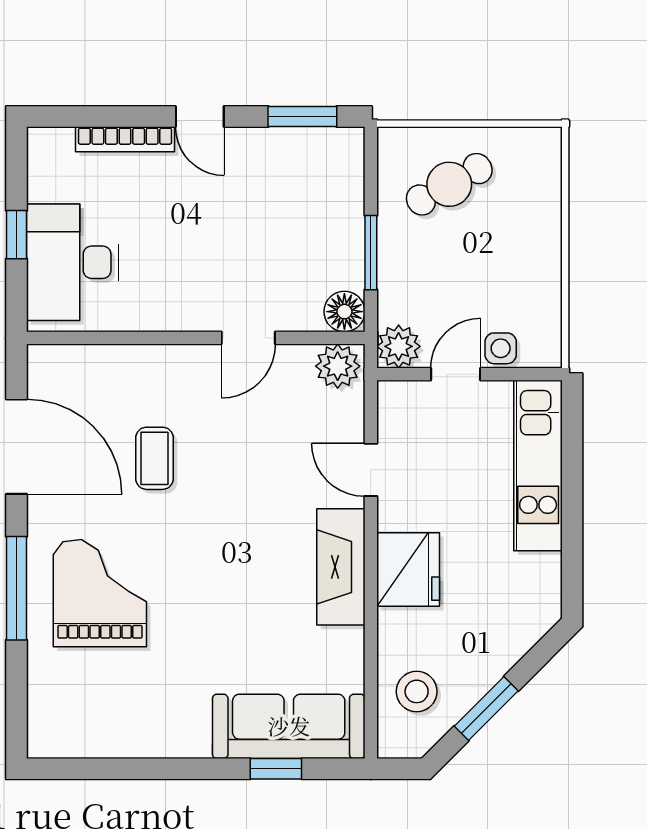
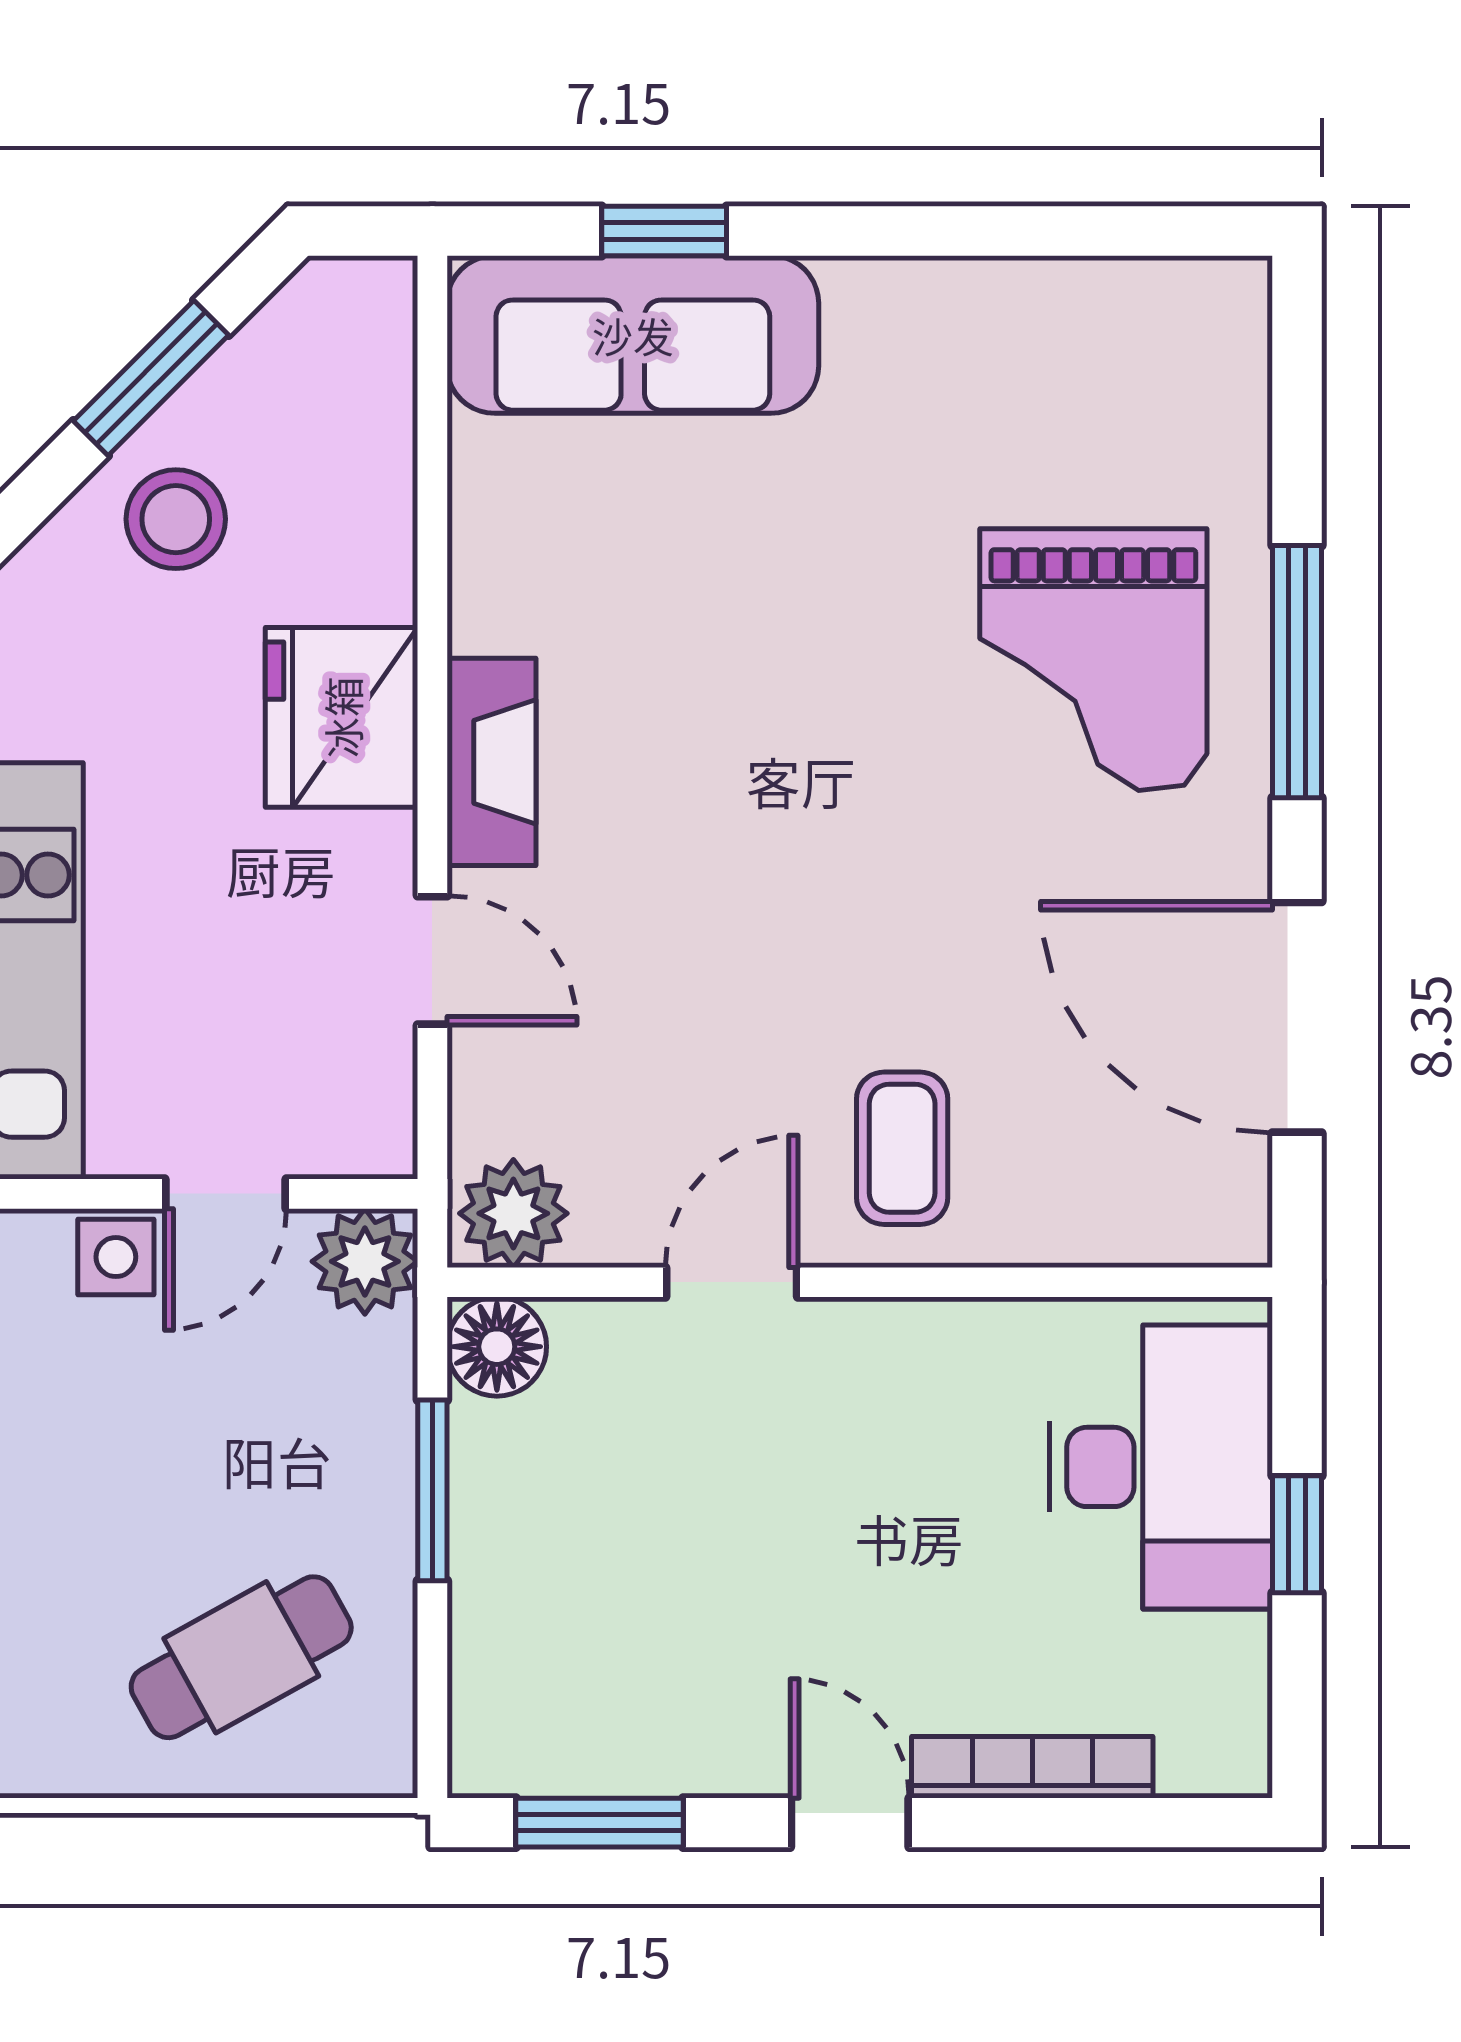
coffee table: (154, 458) -> (902, 1148), moved
fireplace: (341, 567) -> (492, 762), width x0.73, depth x0.76
stool: (417, 691) -> (176, 519), moved

